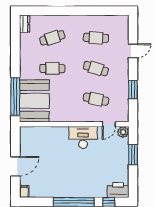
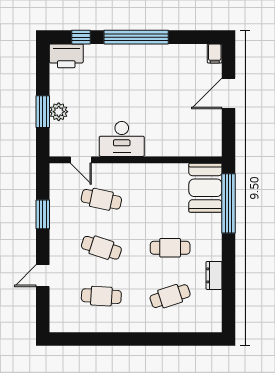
dresser: (25, 24) -> (214, 275), moved
booth: (34, 101) -> (205, 188), width x0.73, depth x0.70
door: (109, 124) -> (81, 160), swing flipped
plant: (123, 132) -> (59, 112), moved

